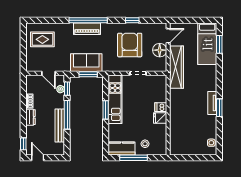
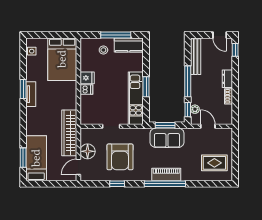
bench: (60, 126) -> (196, 57), moved
bed: (183, 135) -> (62, 59), added

